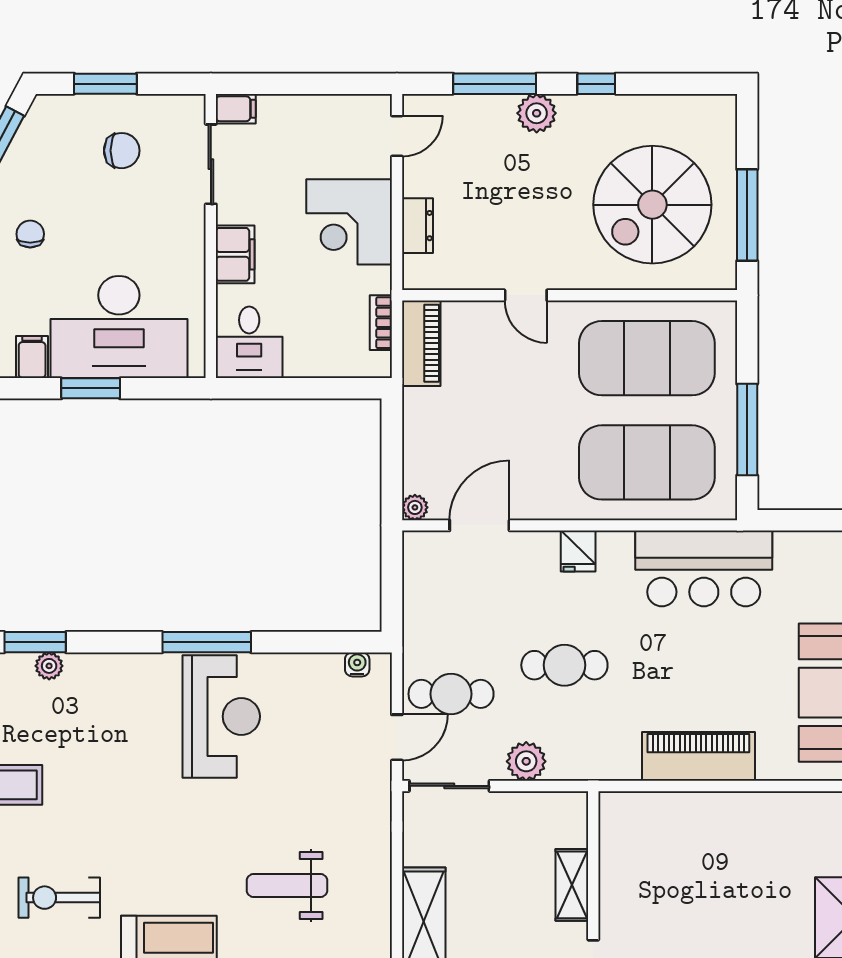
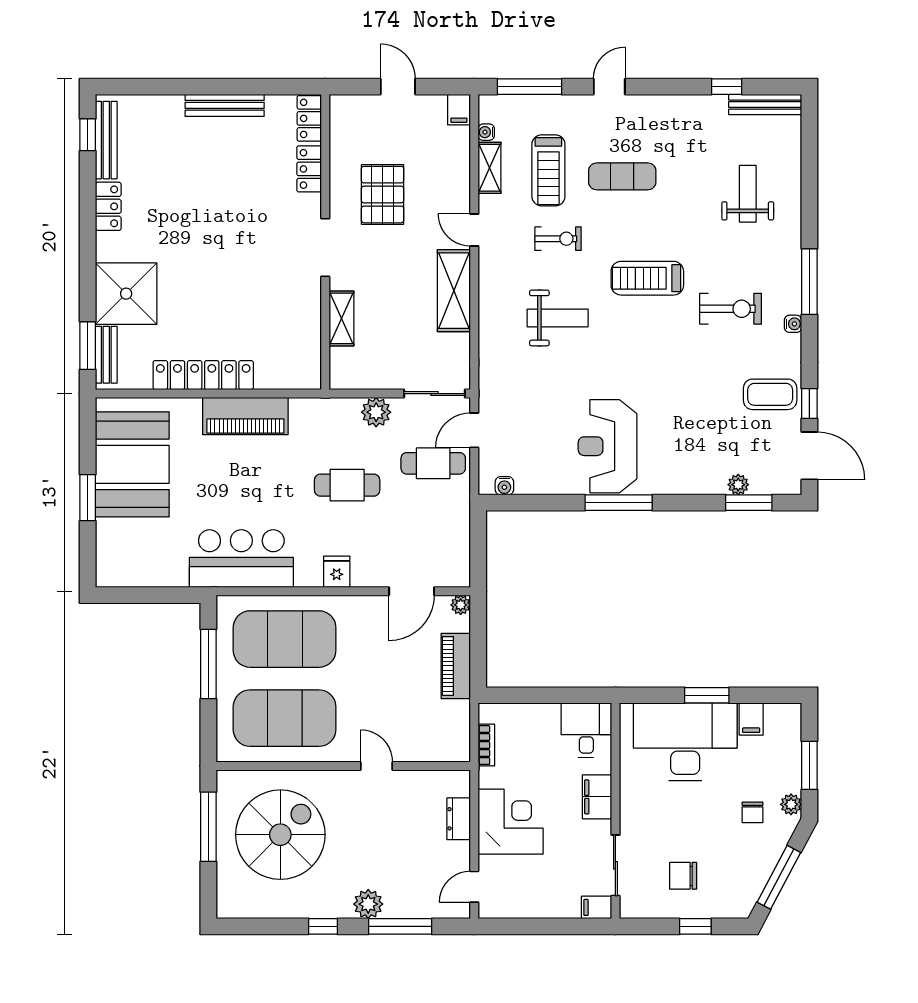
window: (105, 84) -> (695, 926), width x0.67
piano: (421, 343) -> (456, 666), moved
locker: (754, 810) -> (203, 375), added

